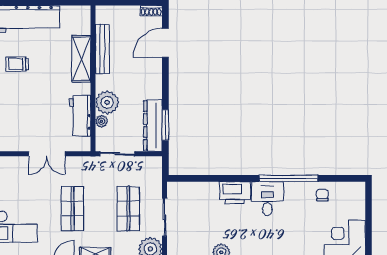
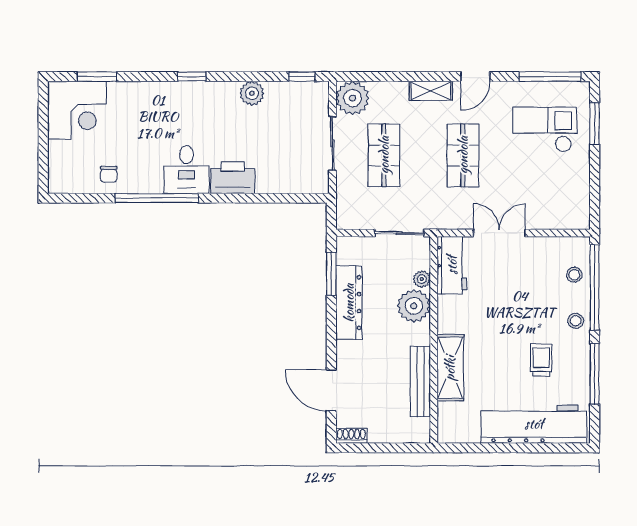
door: (165, 43) -> (331, 390), swing flipped
trolley: (17, 64) -> (541, 360), turned -90
workbench: (80, 116) -> (452, 265), moved
dresser: (153, 125) -> (349, 303), moved

